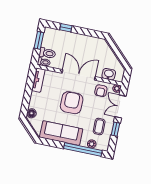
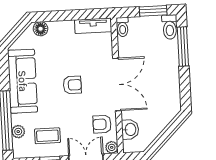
window: (66, 28) -> (183, 47), width x2.17
toilet: (47, 53) -> (170, 27), moved
armchair: (72, 103) -> (72, 85), width x0.53, depth x0.53

